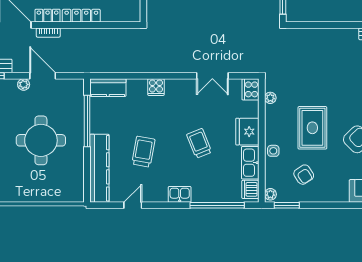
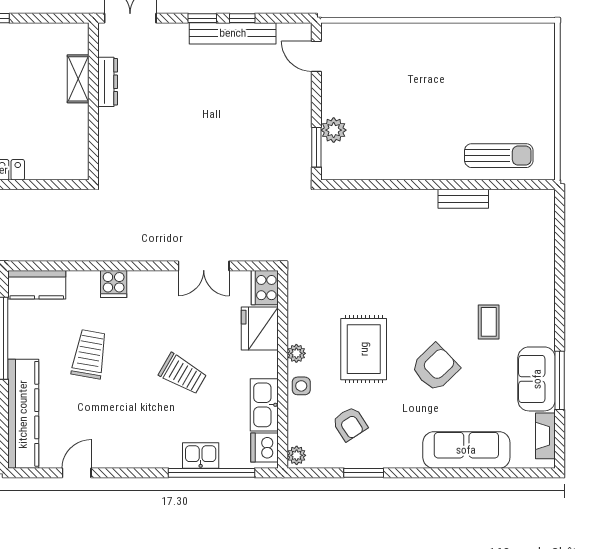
plant: (270, 98) -> (296, 353), moved
fridge: (247, 132) -> (260, 328), moved
trolley: (199, 143) -> (183, 374), turned 142
trolley: (143, 152) -> (89, 354), moved
kitchen sink: (180, 194) -> (201, 455), moved
window: (287, 205) -> (364, 473), moved

